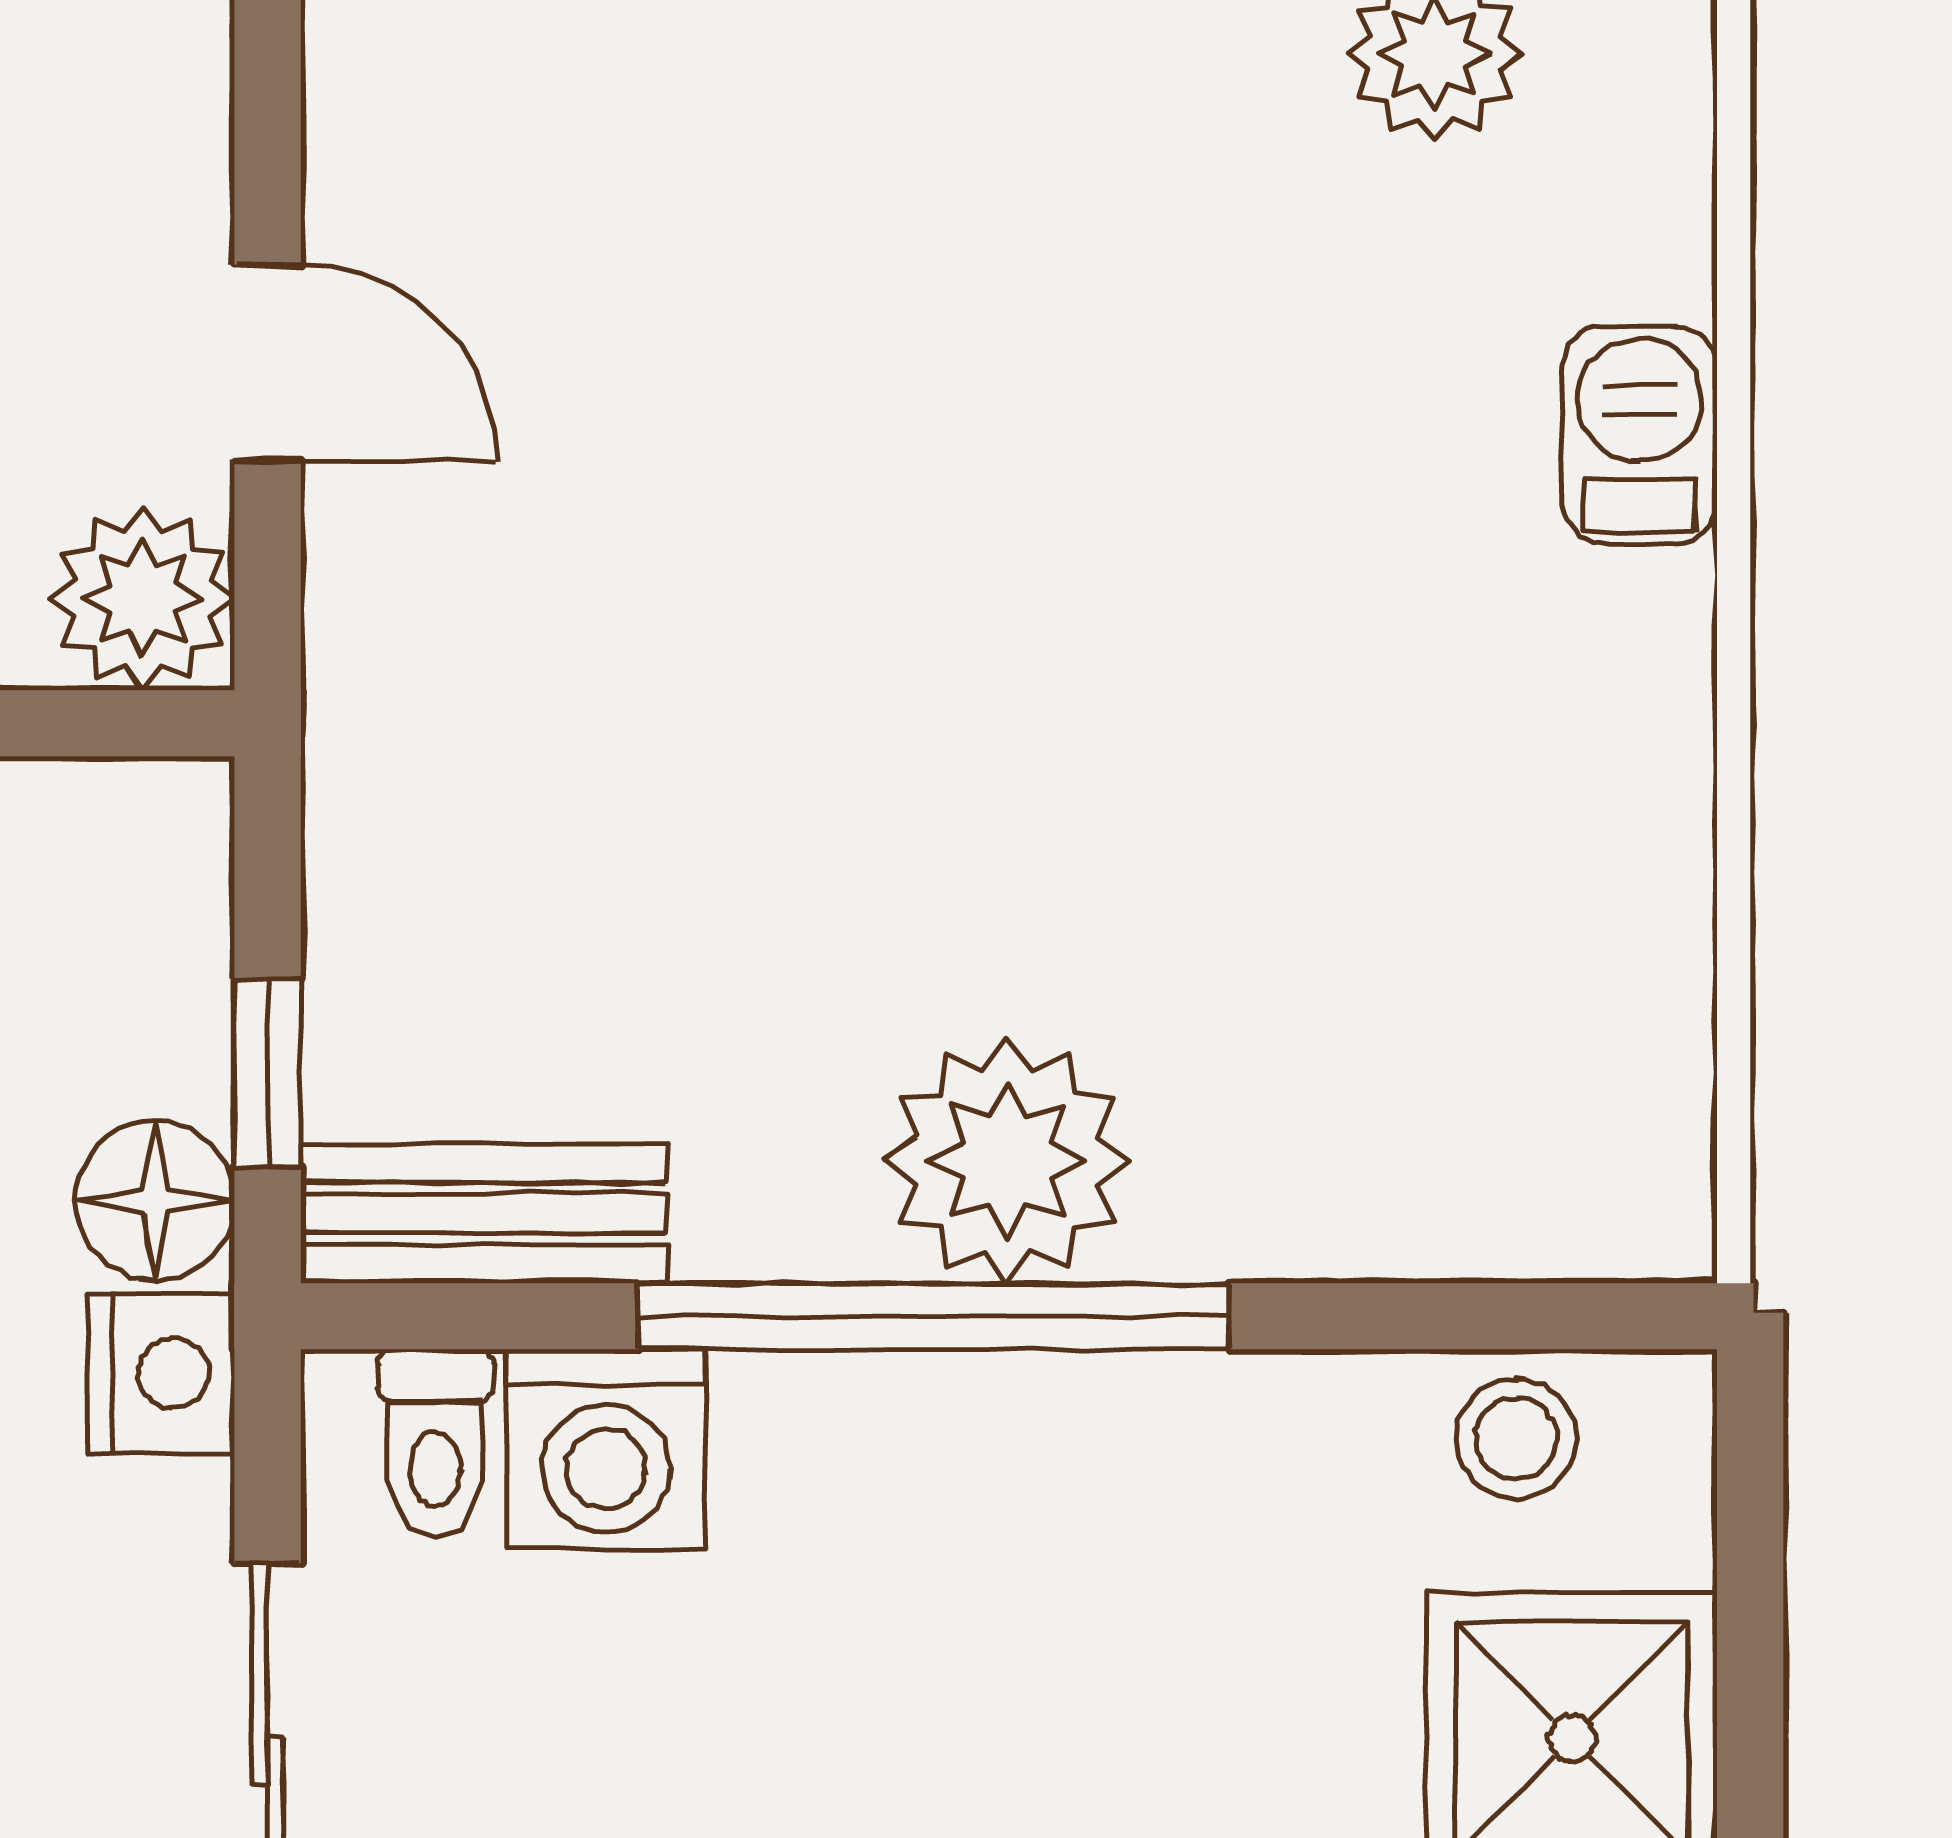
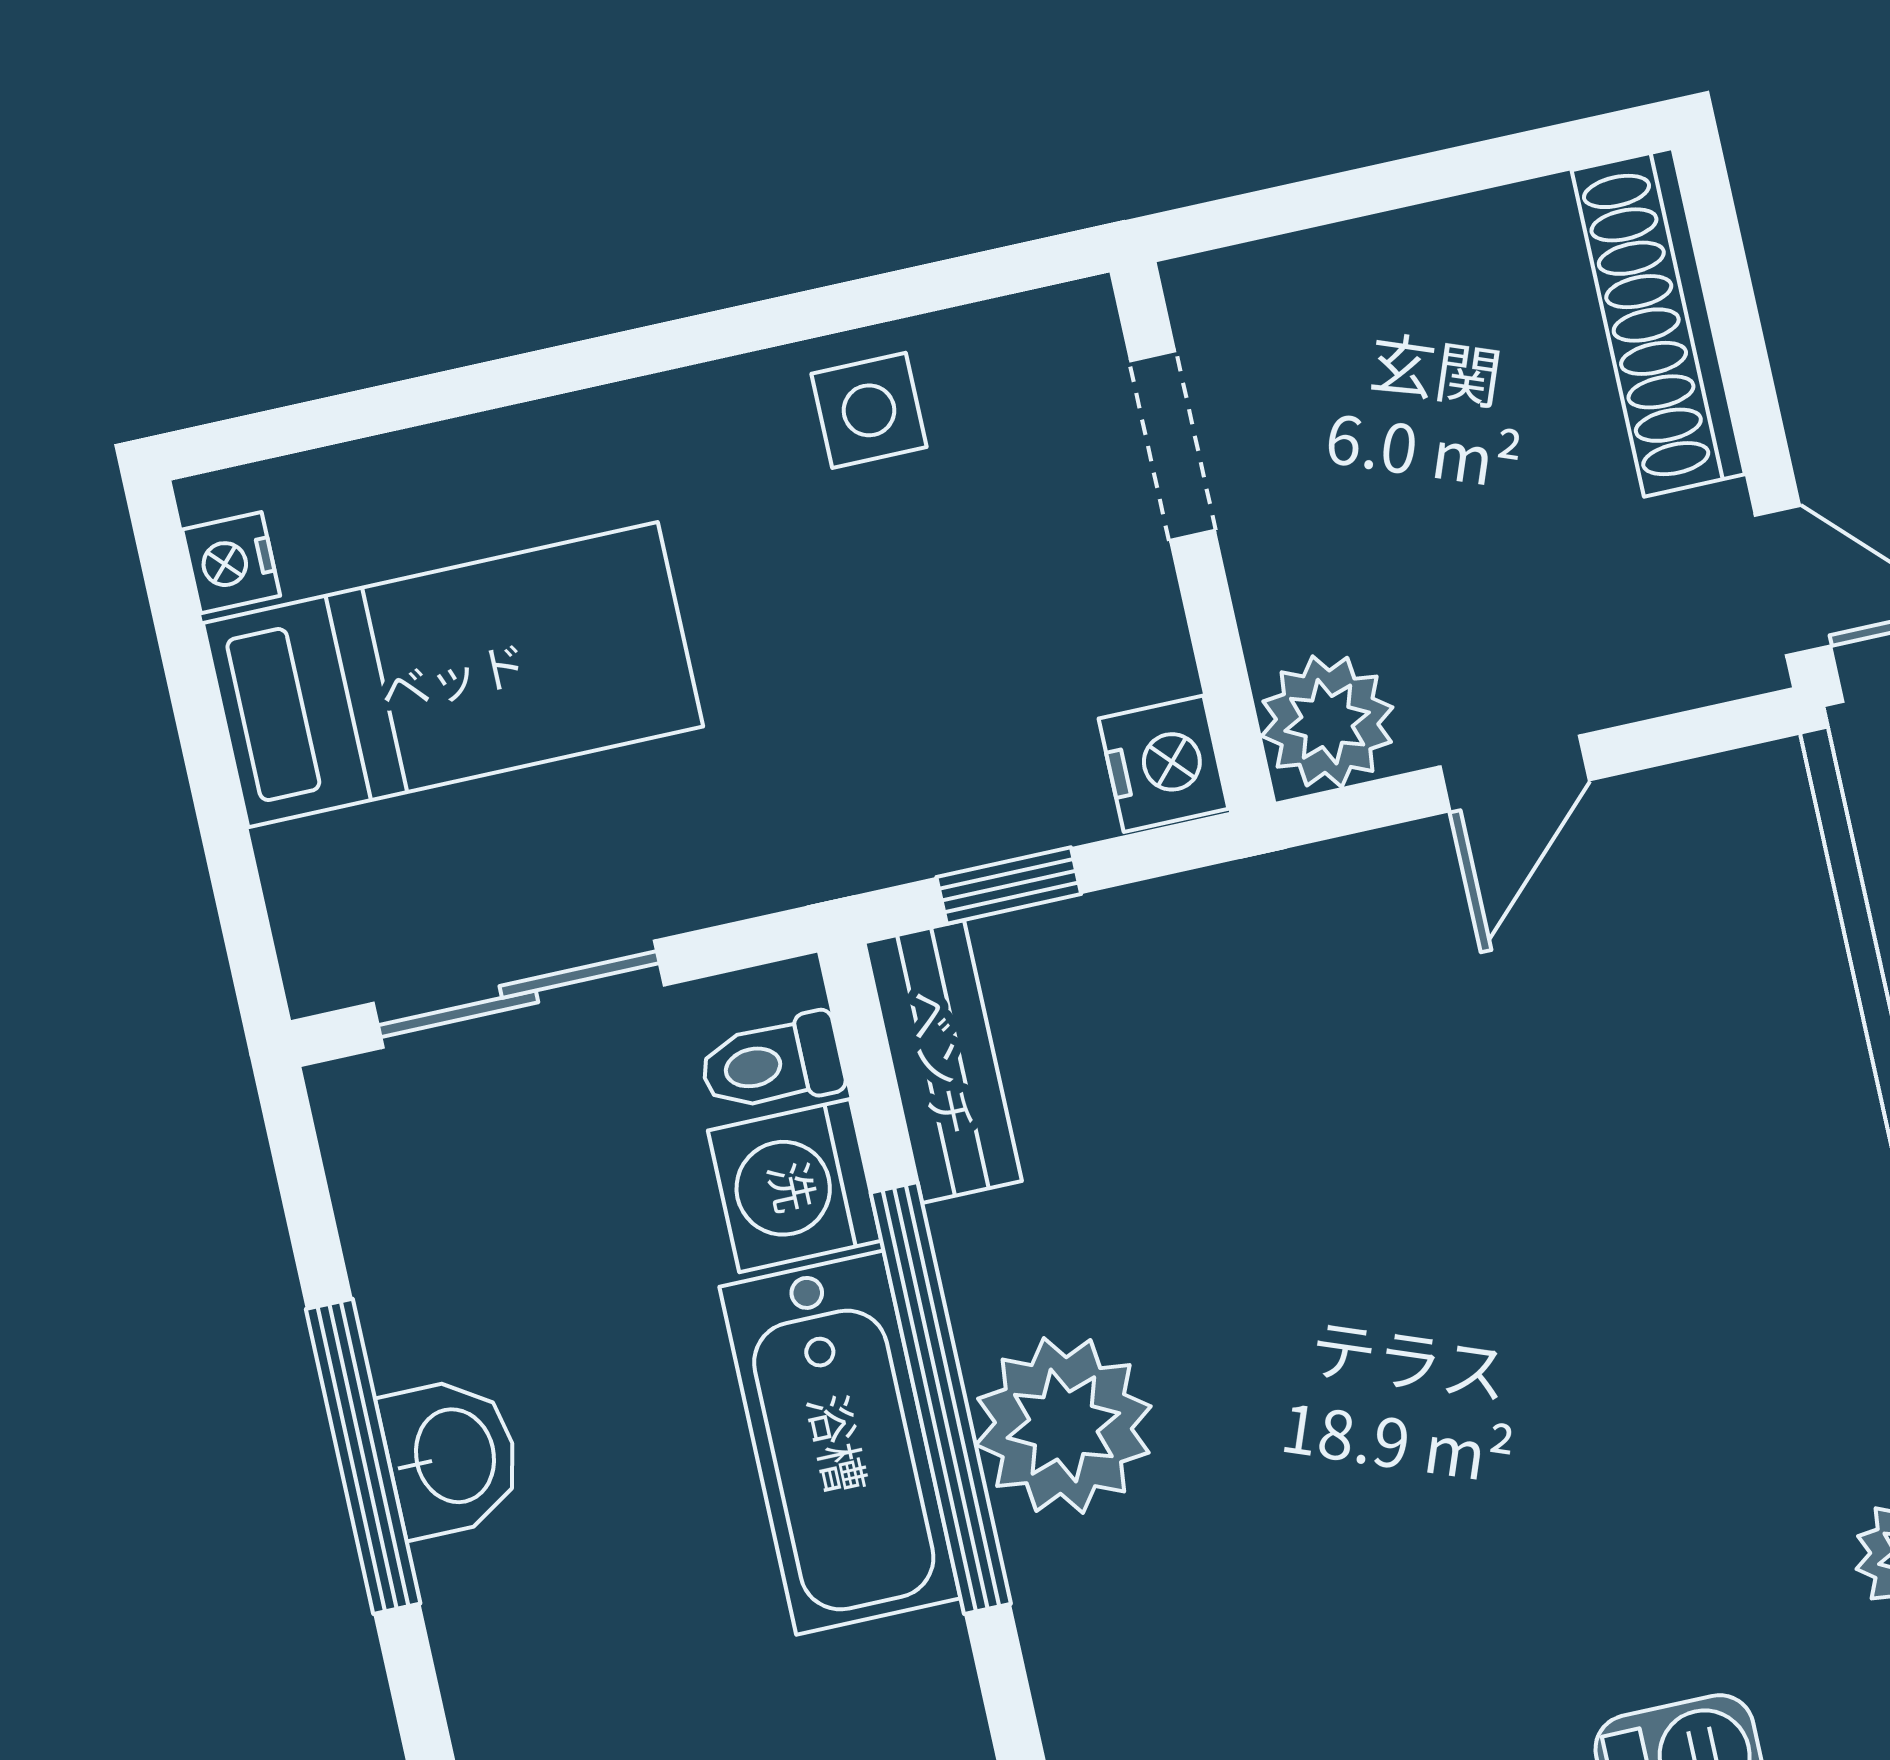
floor lamp: (155, 1201) -> (900, 825), removed
nightstand: (161, 1373) -> (1164, 764), moved, turned -90
bathtub: (963, 1464) -> (840, 1443), added

